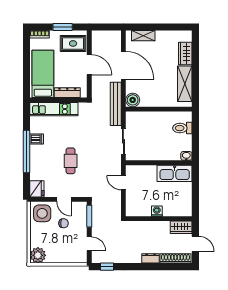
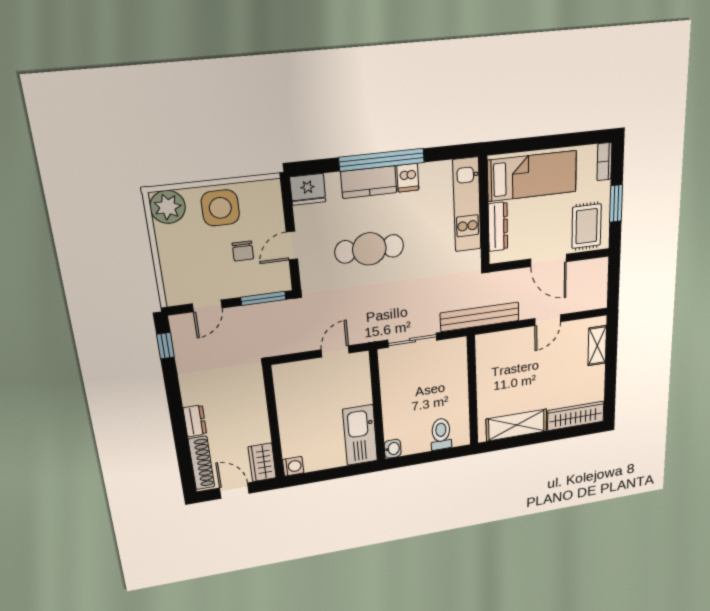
wardrobe: (185, 53) -> (576, 416), width x1.50
door: (89, 65) -> (549, 260), hinge flipped
door: (123, 65) -> (548, 320), width x0.53
boiler: (133, 100) -> (487, 345), removed
kitchen counter: (37, 159) -> (369, 182), added
cafe table: (71, 161) -> (369, 249), width x1.37, depth x1.35
washing machine: (157, 211) -> (293, 466), moved
side table: (42, 213) -> (220, 208), moved
door: (195, 244) -> (234, 491), swing flipped

